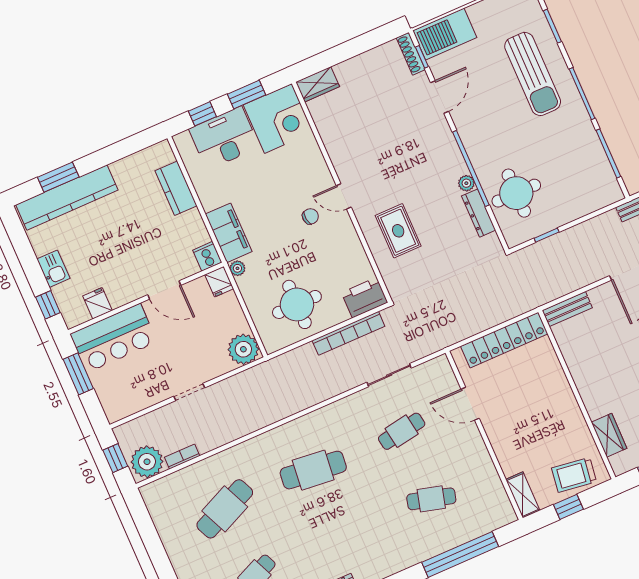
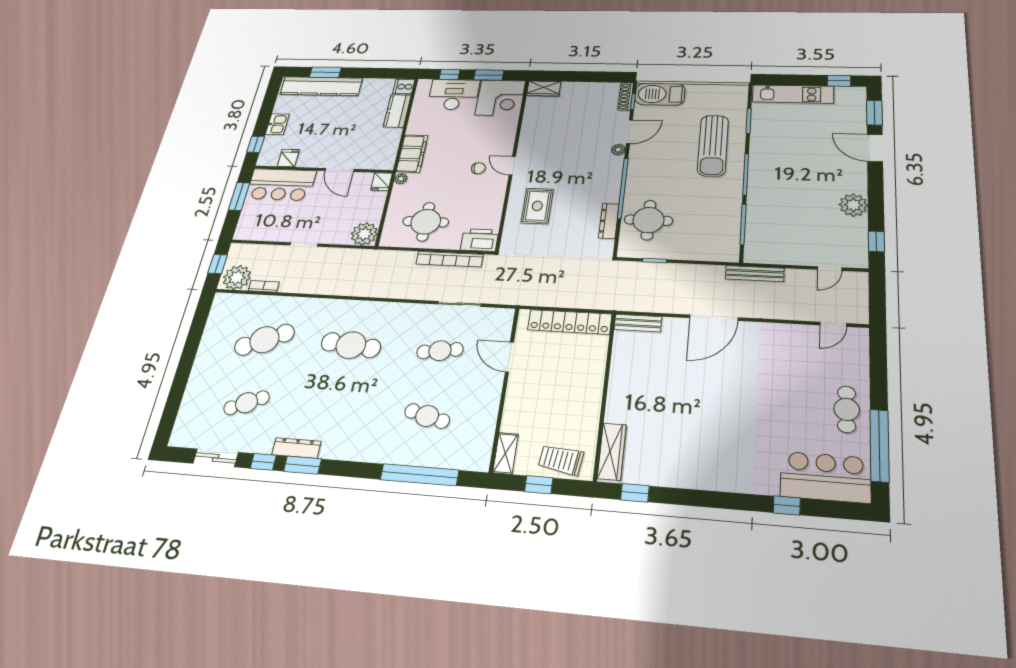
plant: (466, 183) -> (618, 150), moved
cooker: (207, 256) -> (404, 87), moved, turned -90
wardrobe: (609, 435) -> (612, 452), width x1.50

